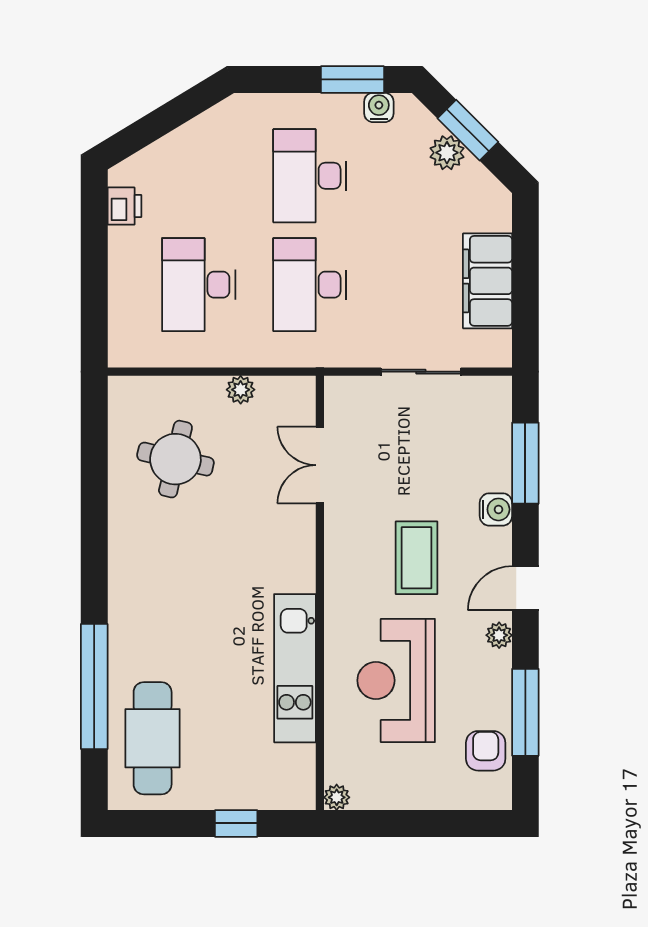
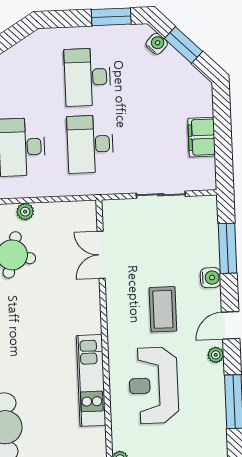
water cooler: (379, 107) -> (157, 44), moved, turned 45
plant: (447, 153) -> (171, 59), removed
filing cabinet: (488, 281) -> (202, 137), width x0.67, depth x0.86
plant: (241, 390) -> (25, 212), moved
armchair: (486, 751) -> (210, 426), removed

